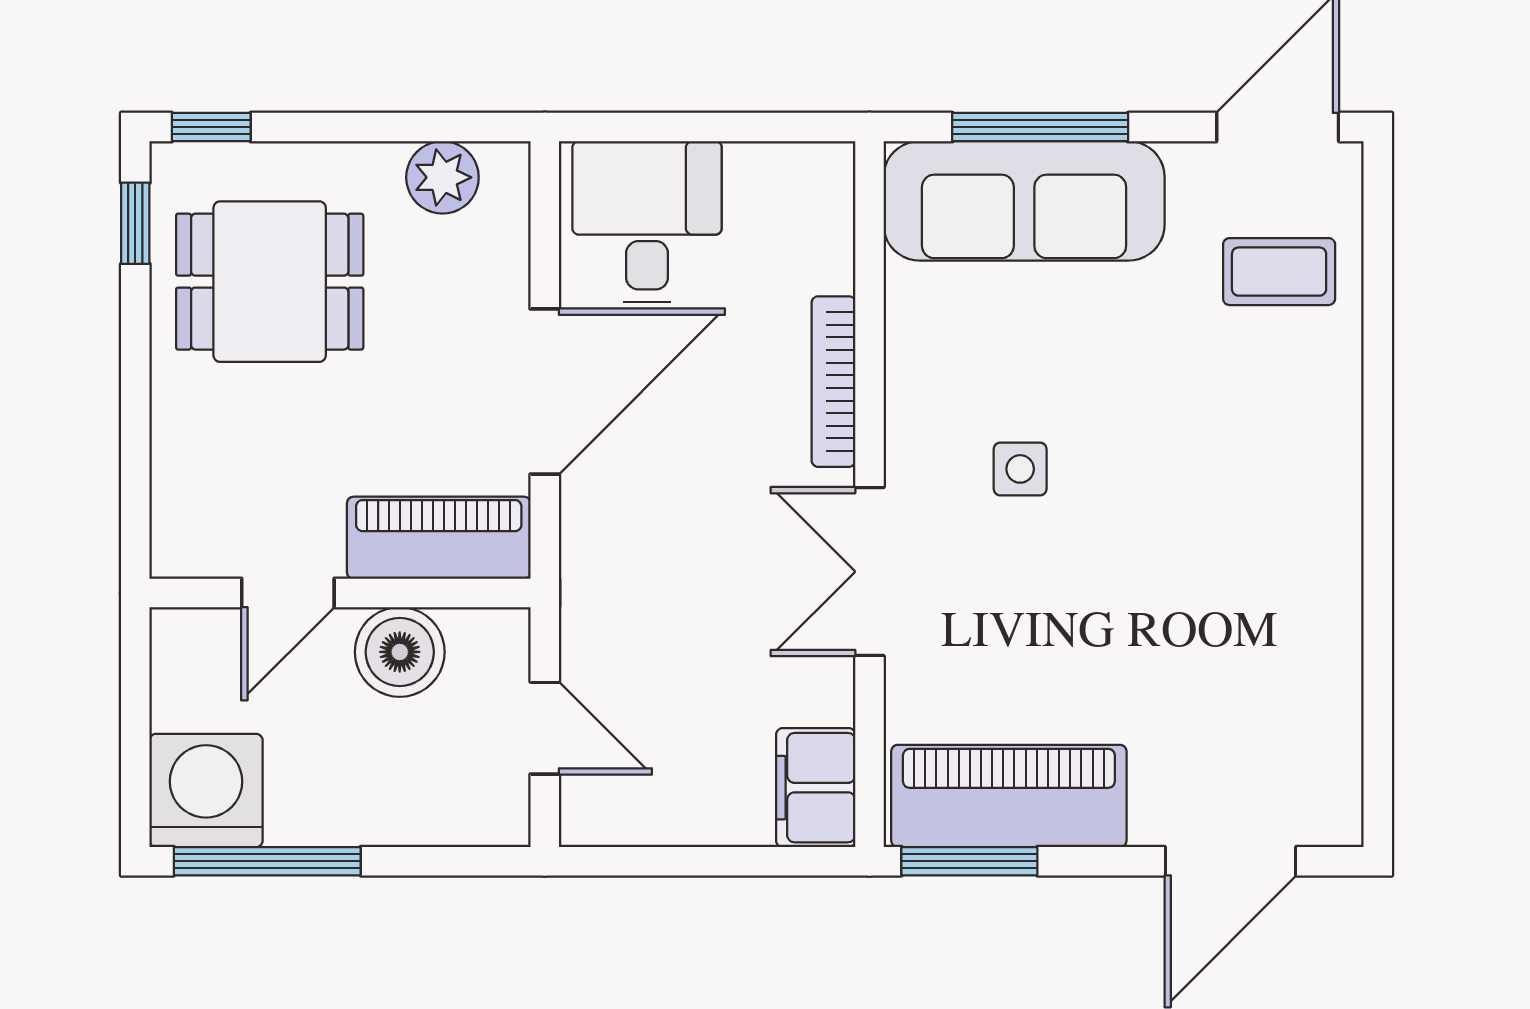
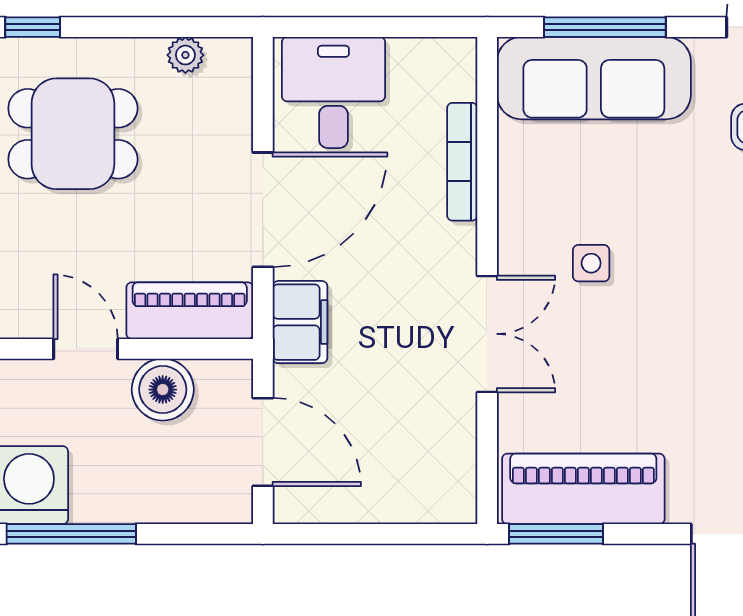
plant: (442, 177) -> (185, 55), width x0.73, depth x0.73
bookcase: (833, 382) -> (462, 162), moved
double door: (869, 572) -> (487, 334), swing flipped
door: (288, 593) -> (86, 349), swing flipped
door: (545, 728) -> (263, 442), width x1.38
filing cabinet: (816, 788) -> (300, 322), moved, turned 180

